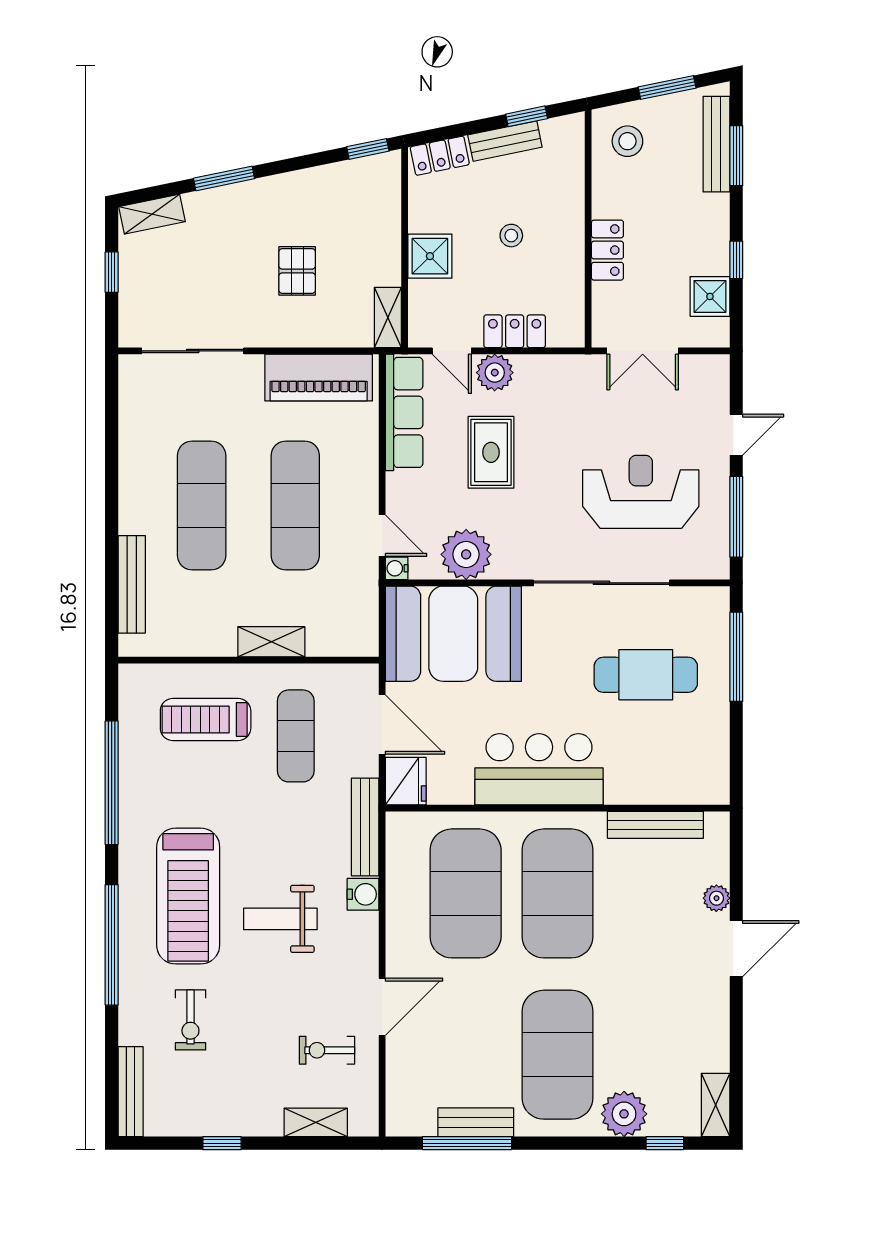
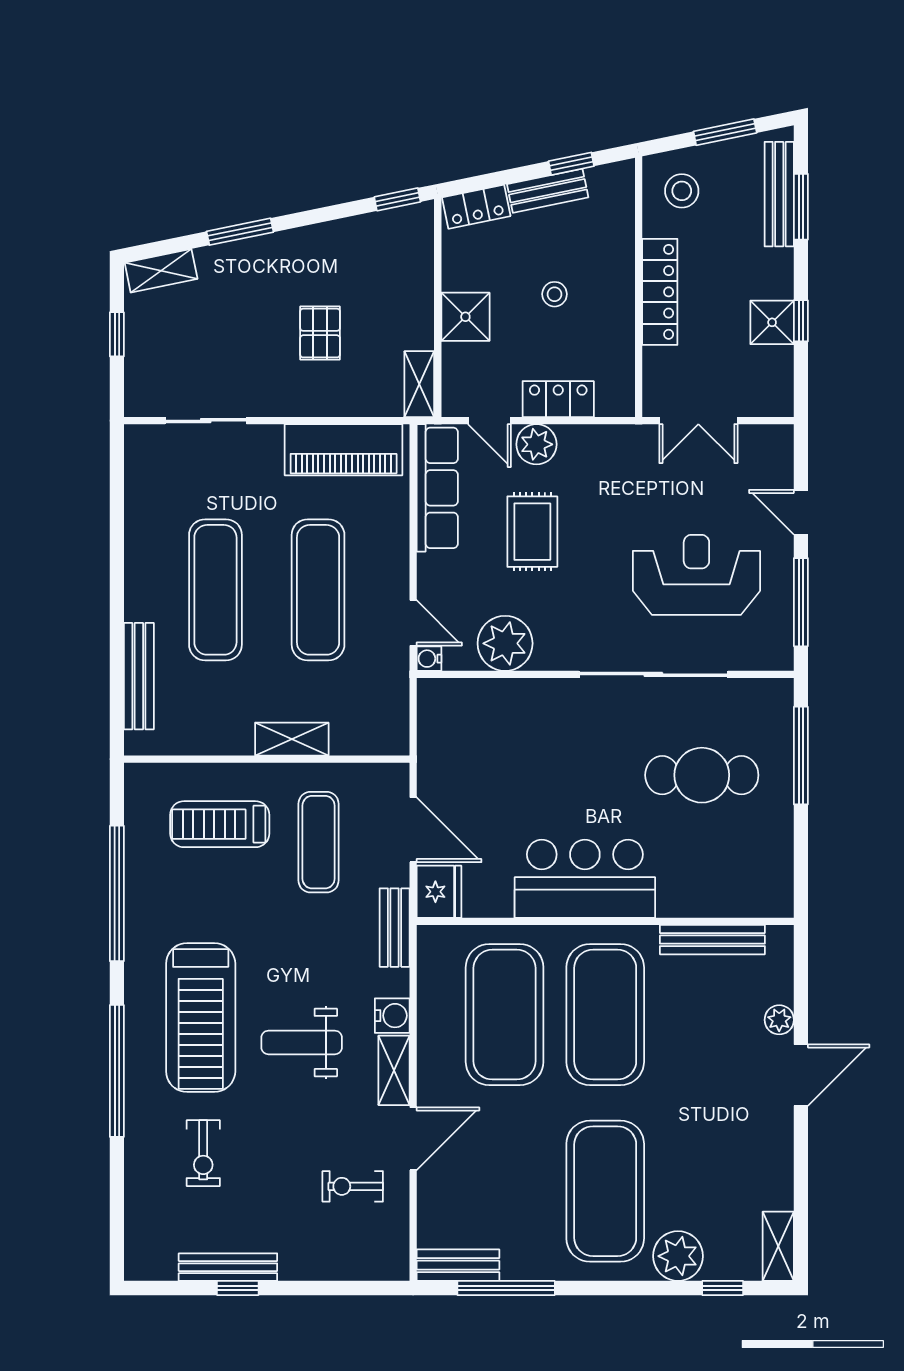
locker: (607, 250) -> (660, 292), width x1.53
shower: (710, 296) -> (772, 322), moved
sliding door: (193, 351) -> (206, 421), width x0.73
door: (736, 435) -> (801, 512), swing flipped
booth: (453, 634) -> (491, 730), removed
bench: (365, 827) -> (395, 928), width x0.73
bench: (131, 1092) -> (228, 1267), moved, turned 90
shelving: (316, 1122) -> (394, 1070), moved, turned 90
bench: (476, 1122) -> (458, 1265), moved

